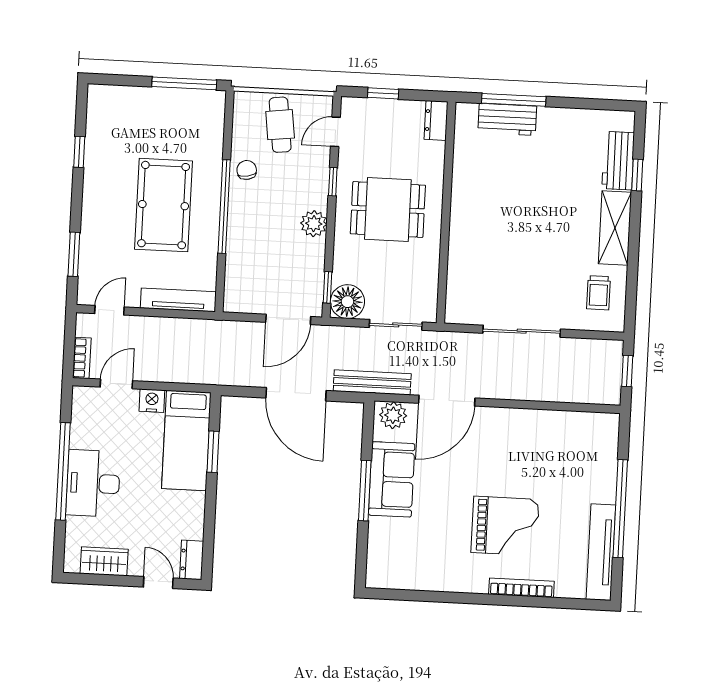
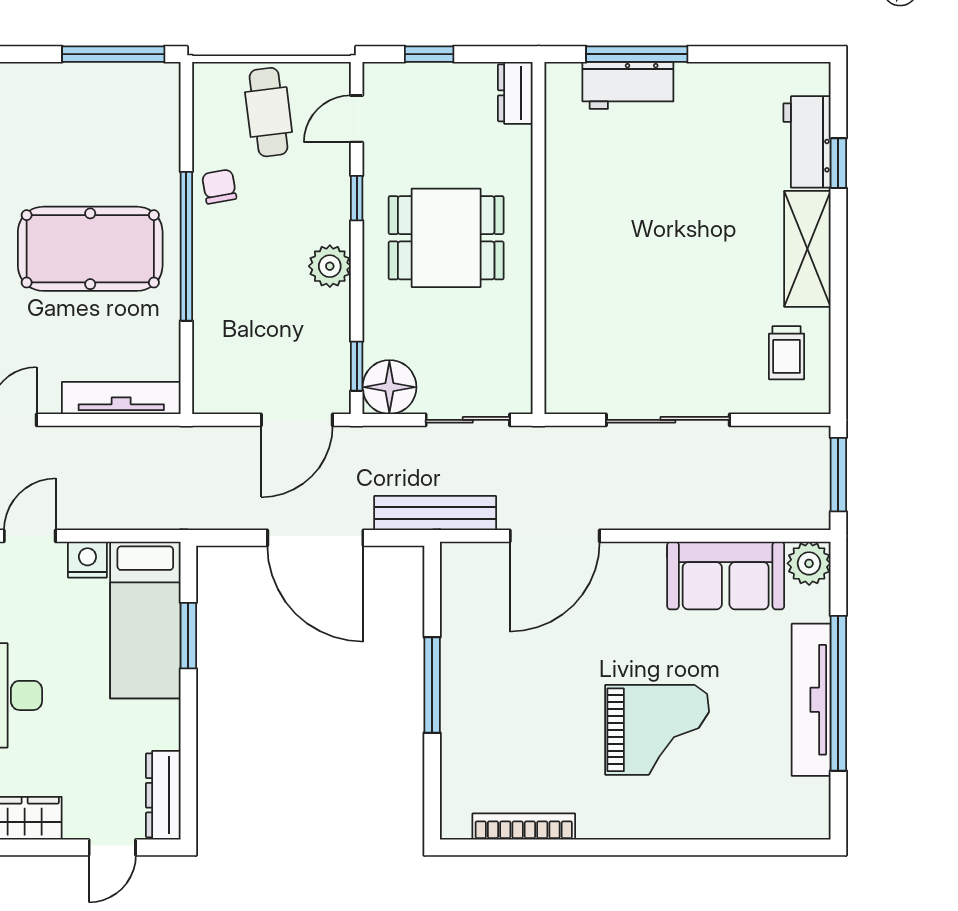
pool table: (164, 205) -> (90, 249), turned 90
window: (627, 371) -> (838, 475), width x1.50
plant: (393, 415) -> (809, 563), moved
sofa: (392, 479) -> (726, 576), moved, turned 90
tv unit: (601, 552) -> (811, 700), moved
dresser: (192, 560) -> (163, 795), width x1.44
door: (158, 583) -> (112, 847), swing flipped
bookcase: (521, 588) -> (524, 827), moved

